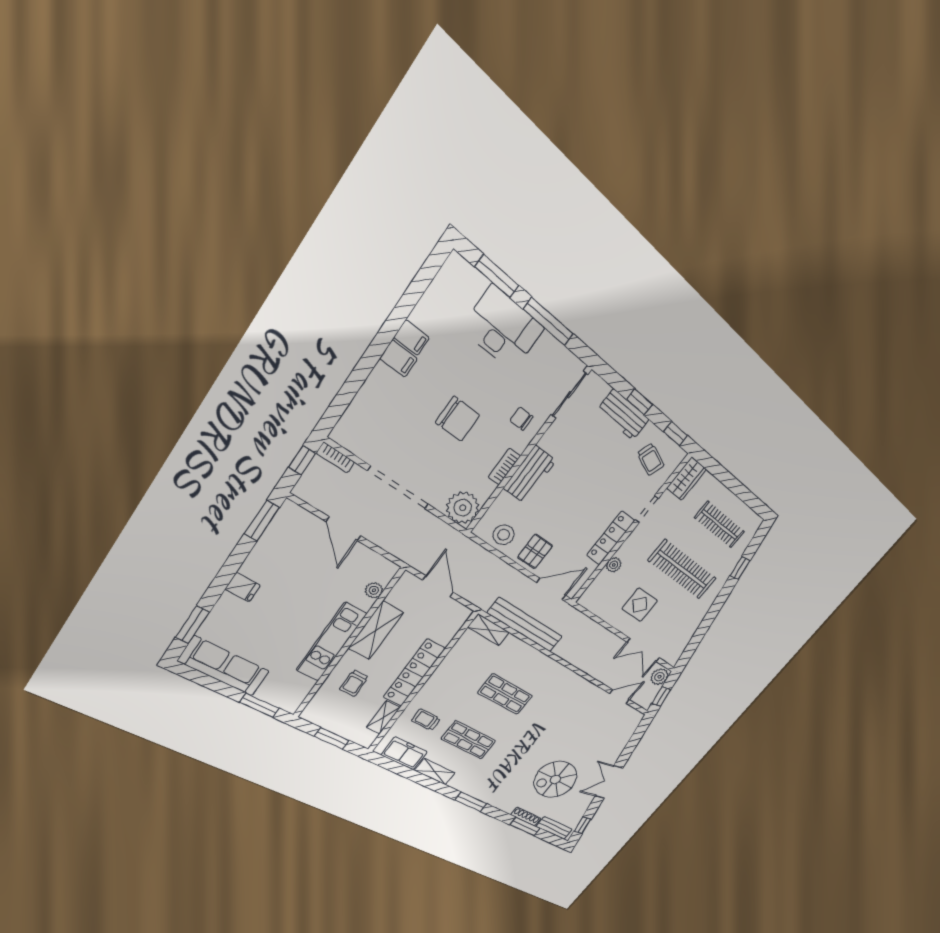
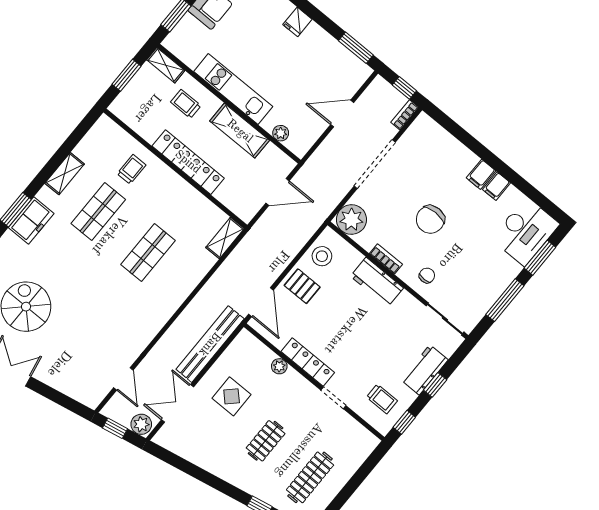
desk: (503, 328) -> (525, 231), moved
trolley: (651, 459) -> (382, 399), turned -110
wardrobe: (687, 479) -> (360, 437), removed
clothes rail: (682, 569) -> (266, 441), width x0.54, depth x0.76
bench: (525, 625) -> (210, 344), moved
shelving: (383, 717) -> (166, 65), moved
freezer: (404, 753) -> (31, 221), moved

